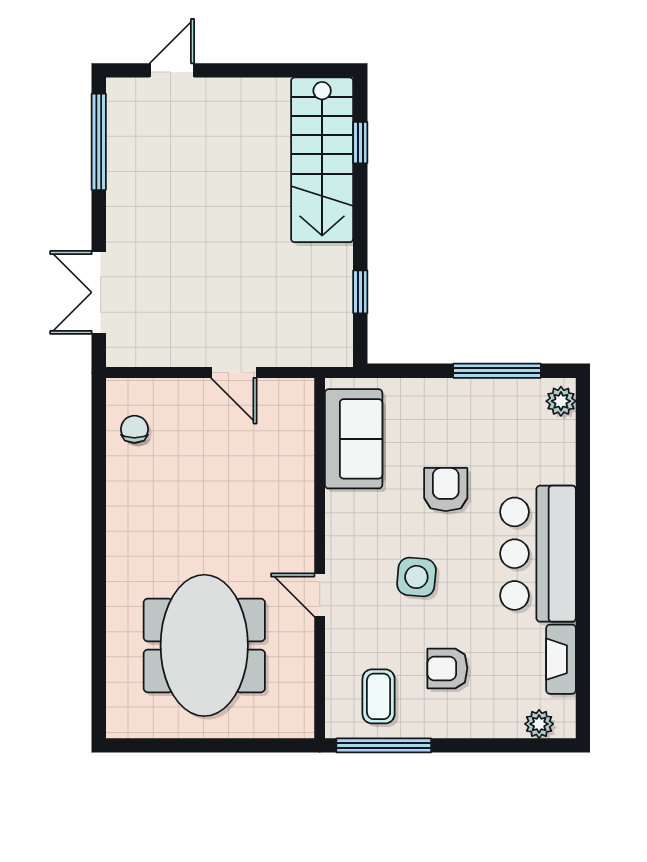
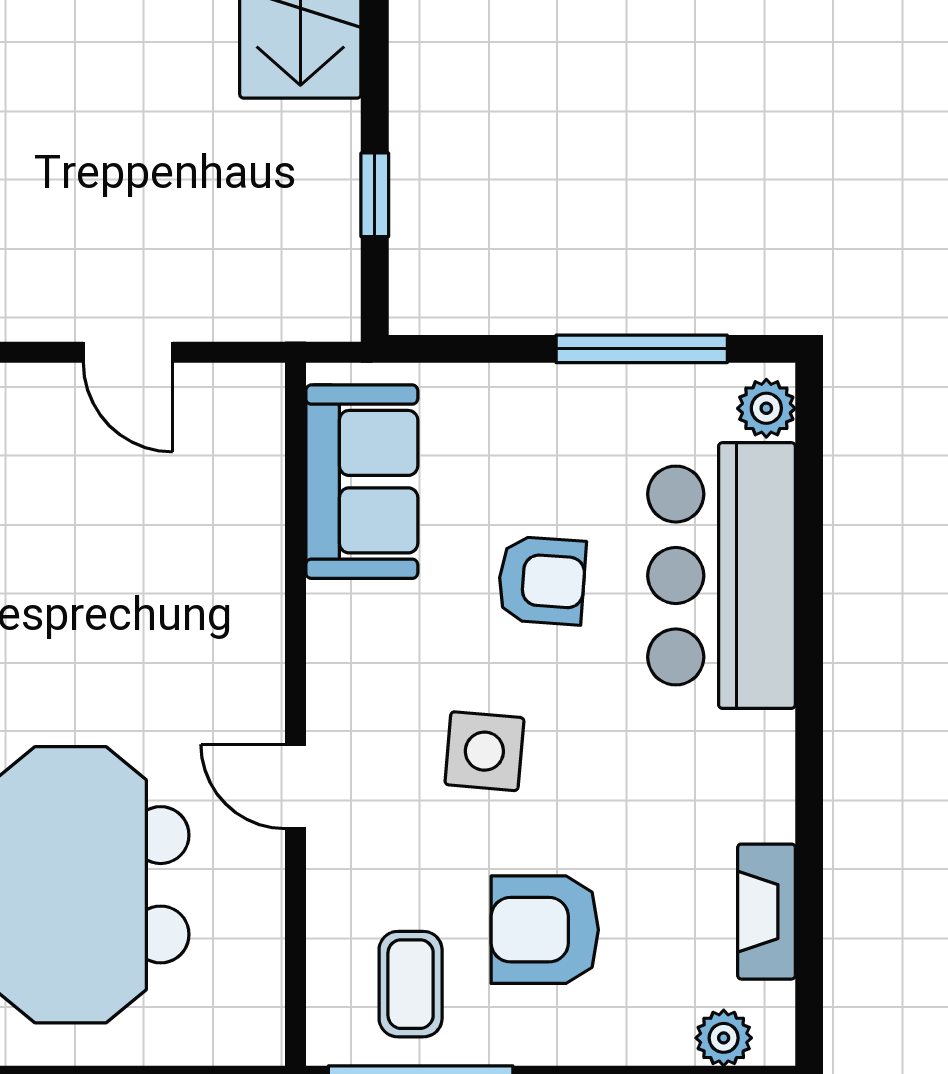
armchair: (446, 489) -> (542, 580), turned 94
bar counter: (538, 554) -> (722, 576), moved
armchair: (447, 668) -> (545, 930), width x1.38, depth x1.38

